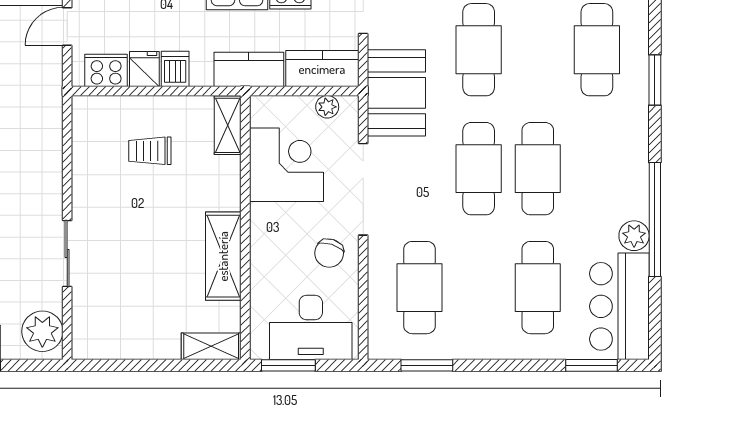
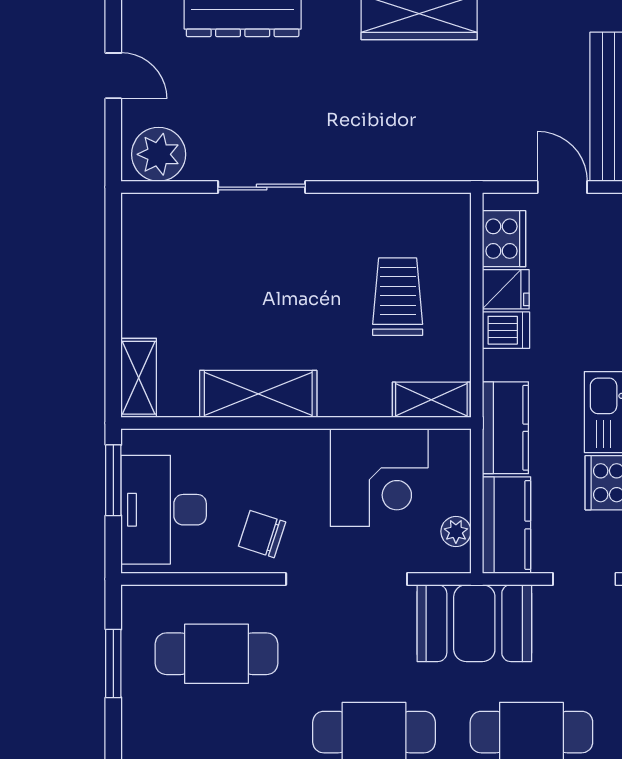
trolley: (150, 151) -> (398, 297), width x1.36, depth x1.39

